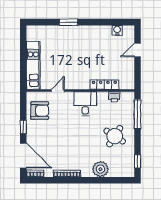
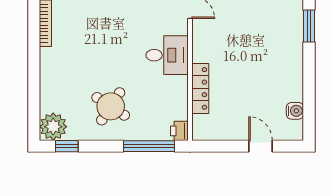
printer: (114, 97) -> (179, 131), moved
plant: (100, 169) -> (53, 127), moved

